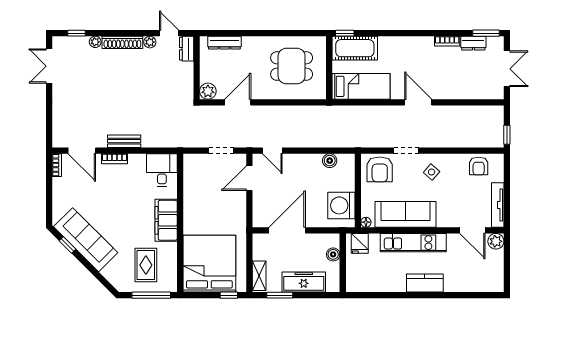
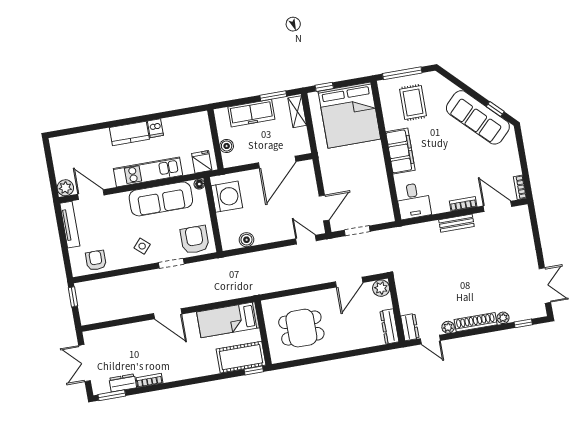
dresser: (224, 43) -> (389, 326), moved, turned -90
dishwasher: (399, 284) -> (155, 128), added

